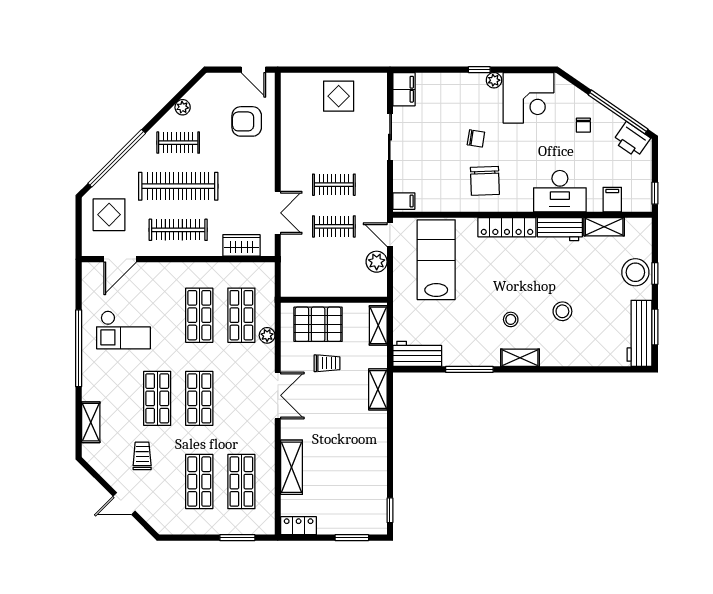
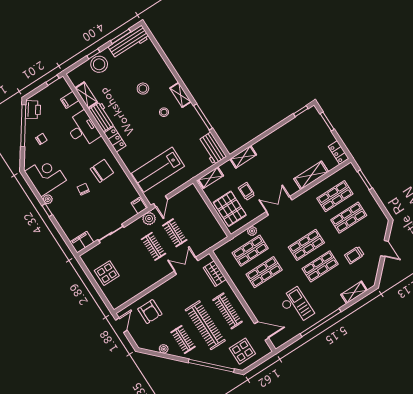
locker: (507, 227) -> (115, 139), width x0.66
plant: (377, 262) -> (149, 219), moved

